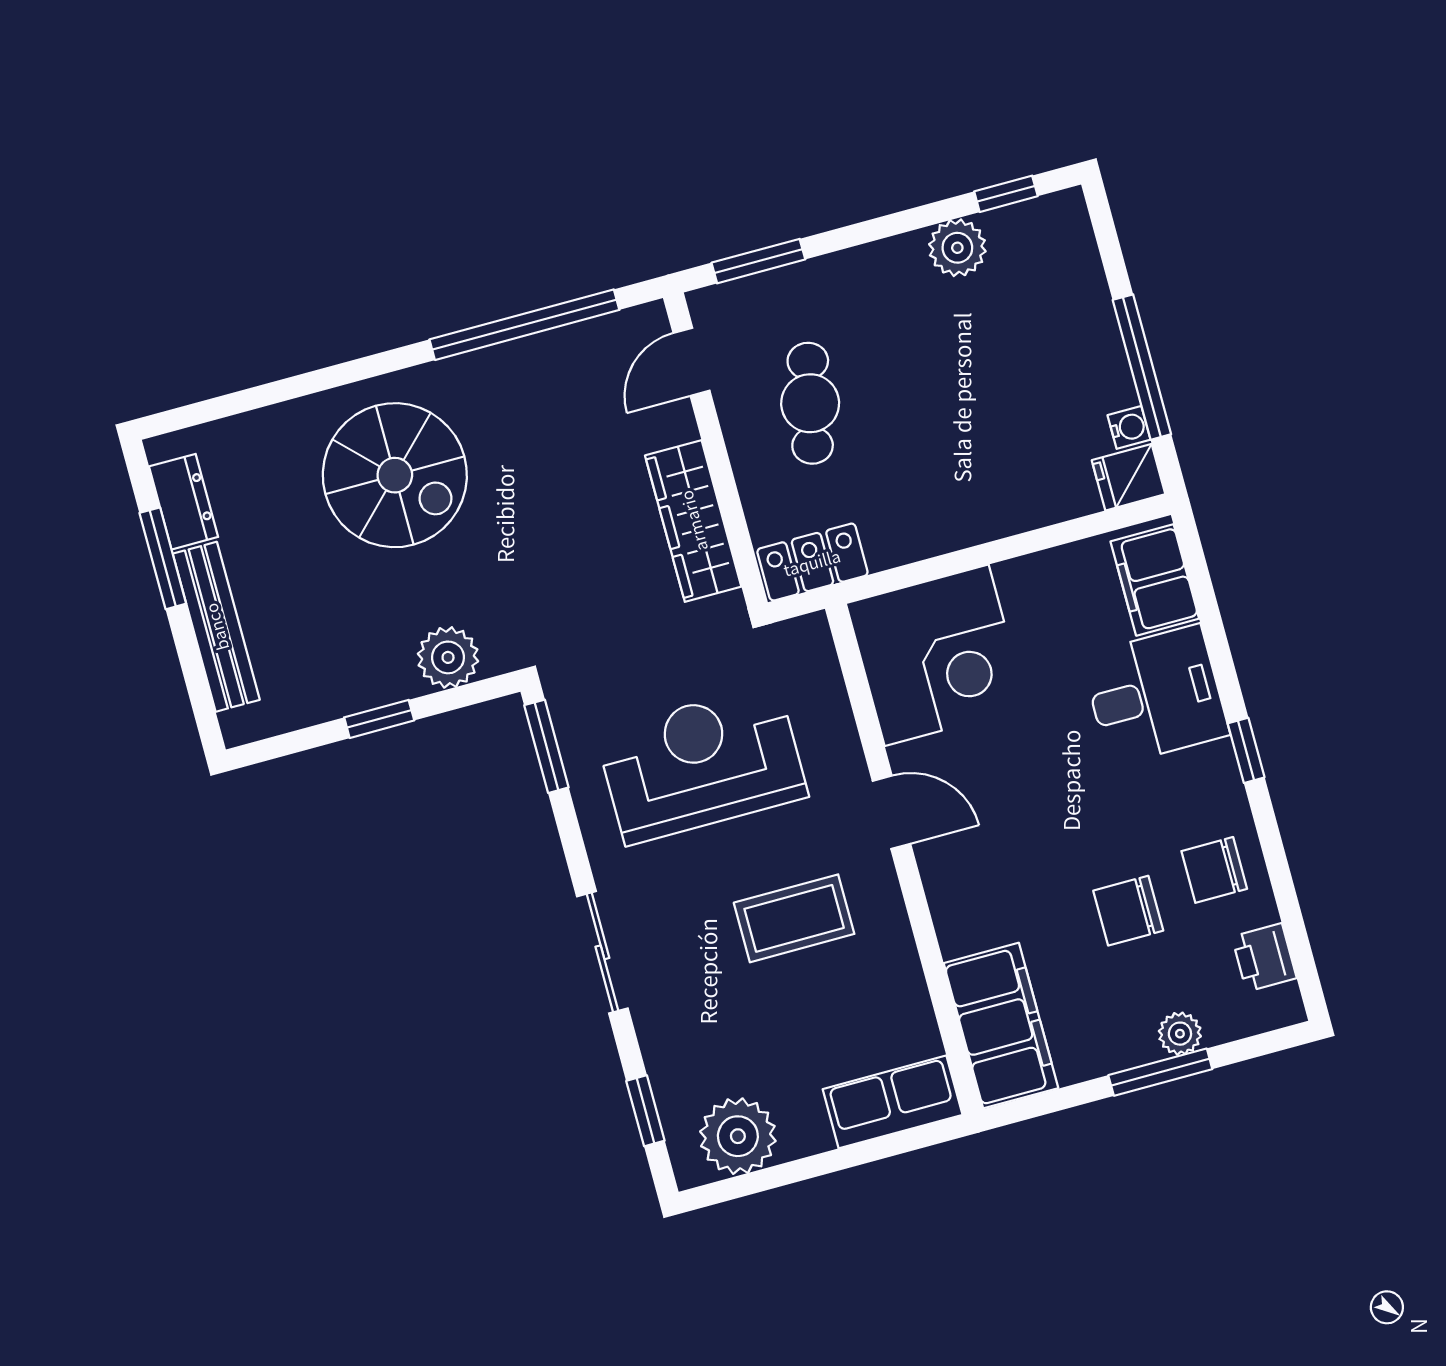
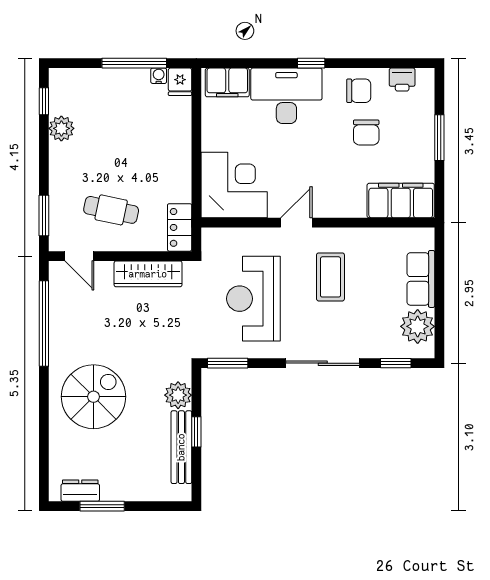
bench: (216, 627) -> (181, 447), moved, turned 90
desk: (1155, 695) -> (286, 96), width x1.37
chair: (1214, 870) -> (359, 91), turned -90
sliding door: (602, 952) -> (323, 363), width x1.37
plant: (1180, 1034) -> (425, 125), removed
row of seats: (893, 1102) -> (421, 279), moved

